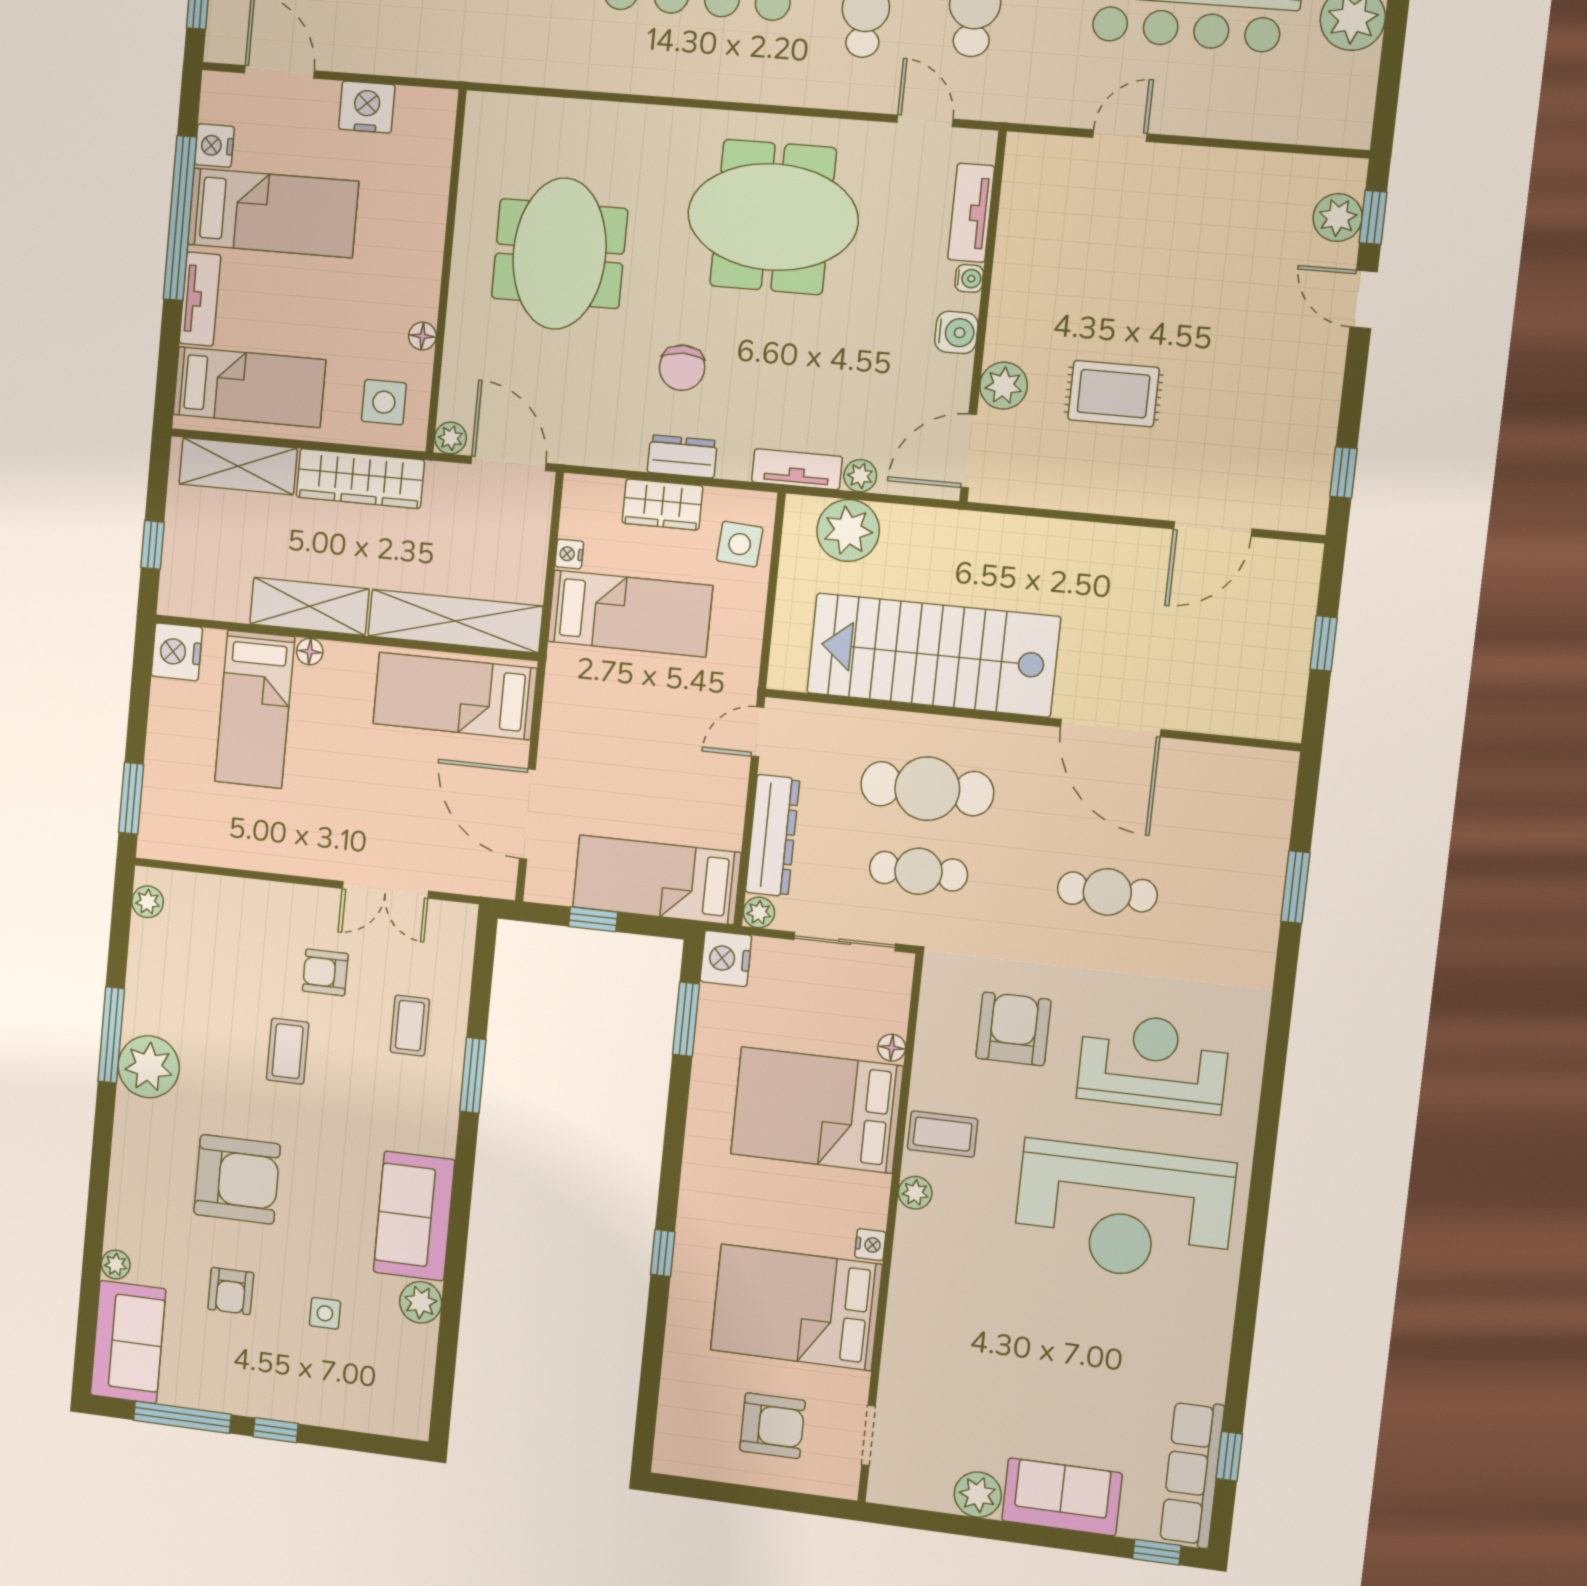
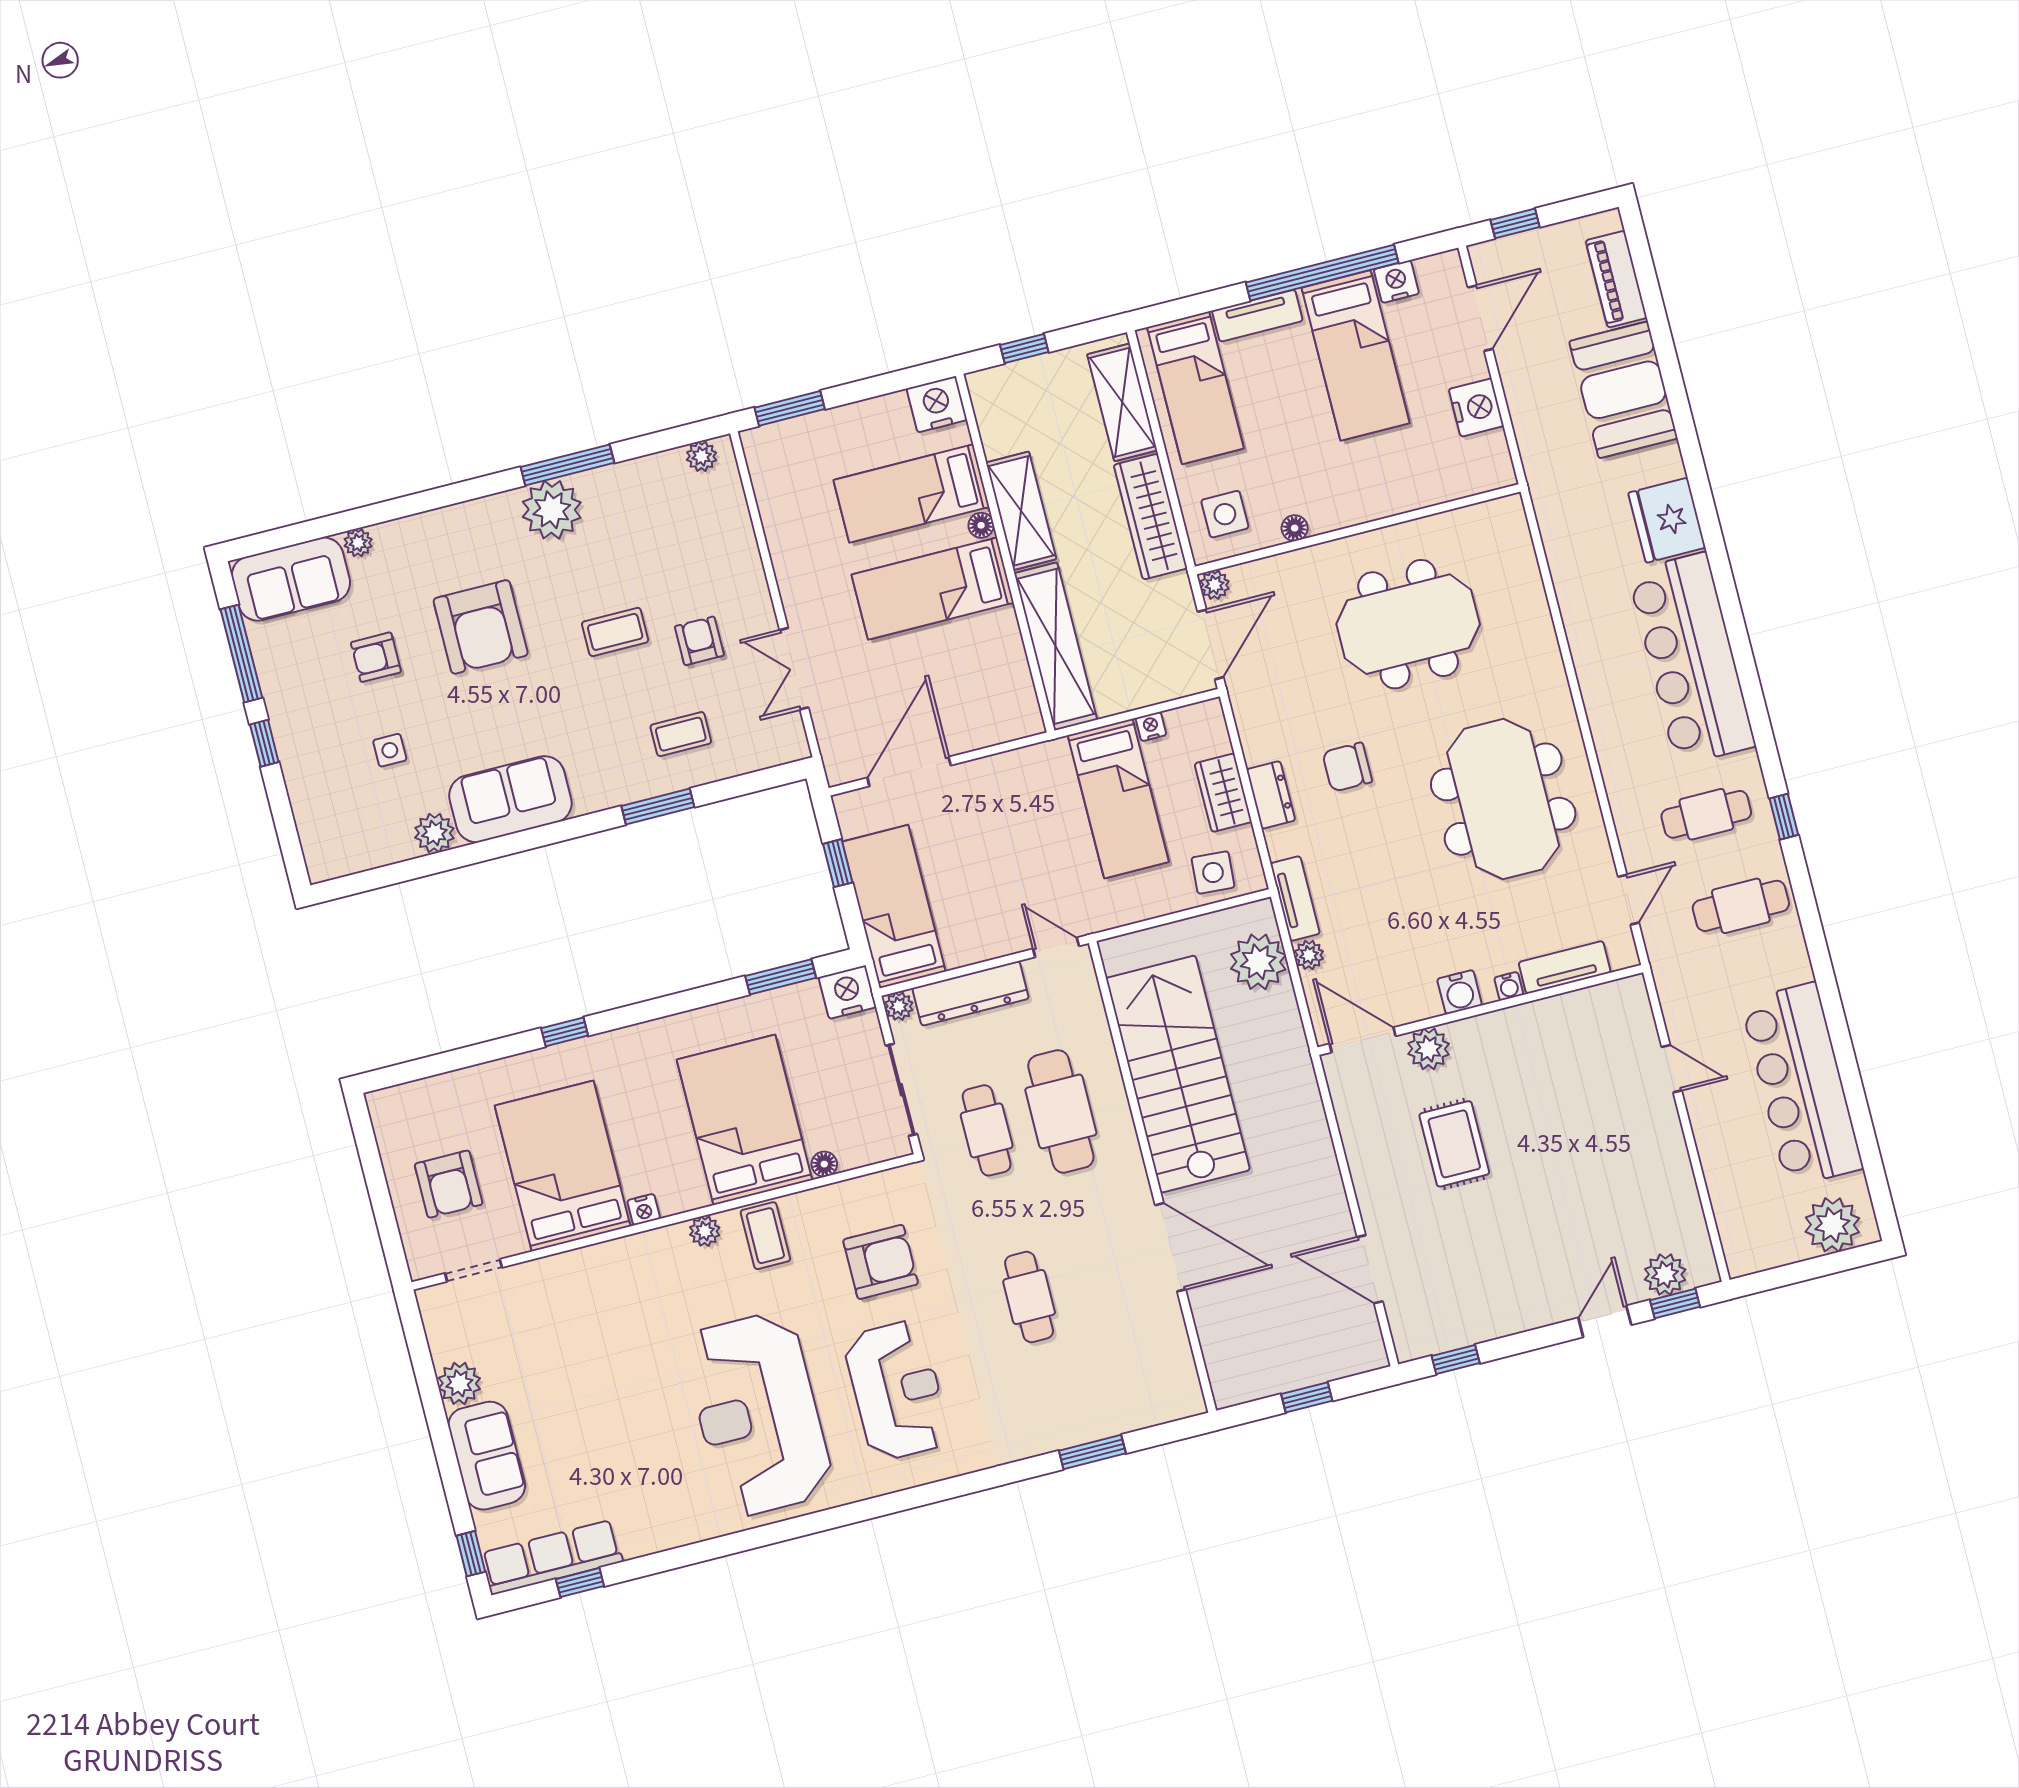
bed: (455, 696) -> (933, 589), moved, turned -90
door: (1110, 728) -> (1170, 1247), swing flipped

